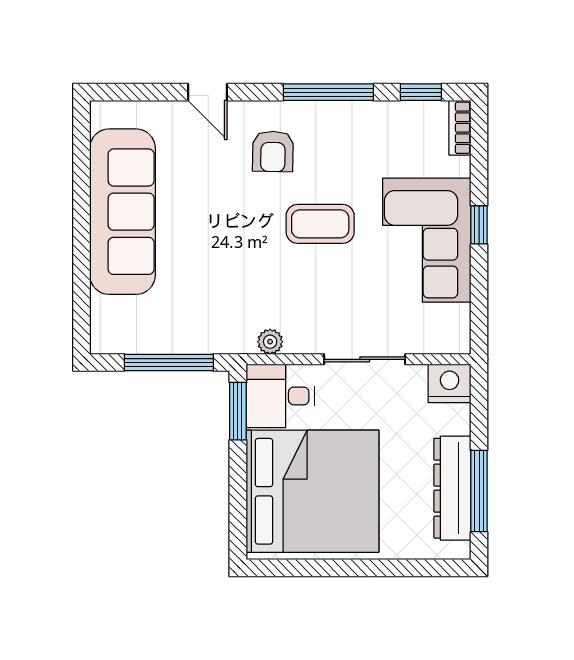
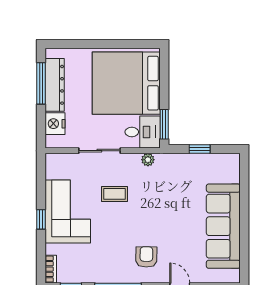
coffee table: (320, 224) -> (114, 194), moved, width x0.73, depth x0.77
window: (169, 363) -> (200, 149), width x0.46
nightstand: (450, 383) -> (55, 124), moved, turned 90

